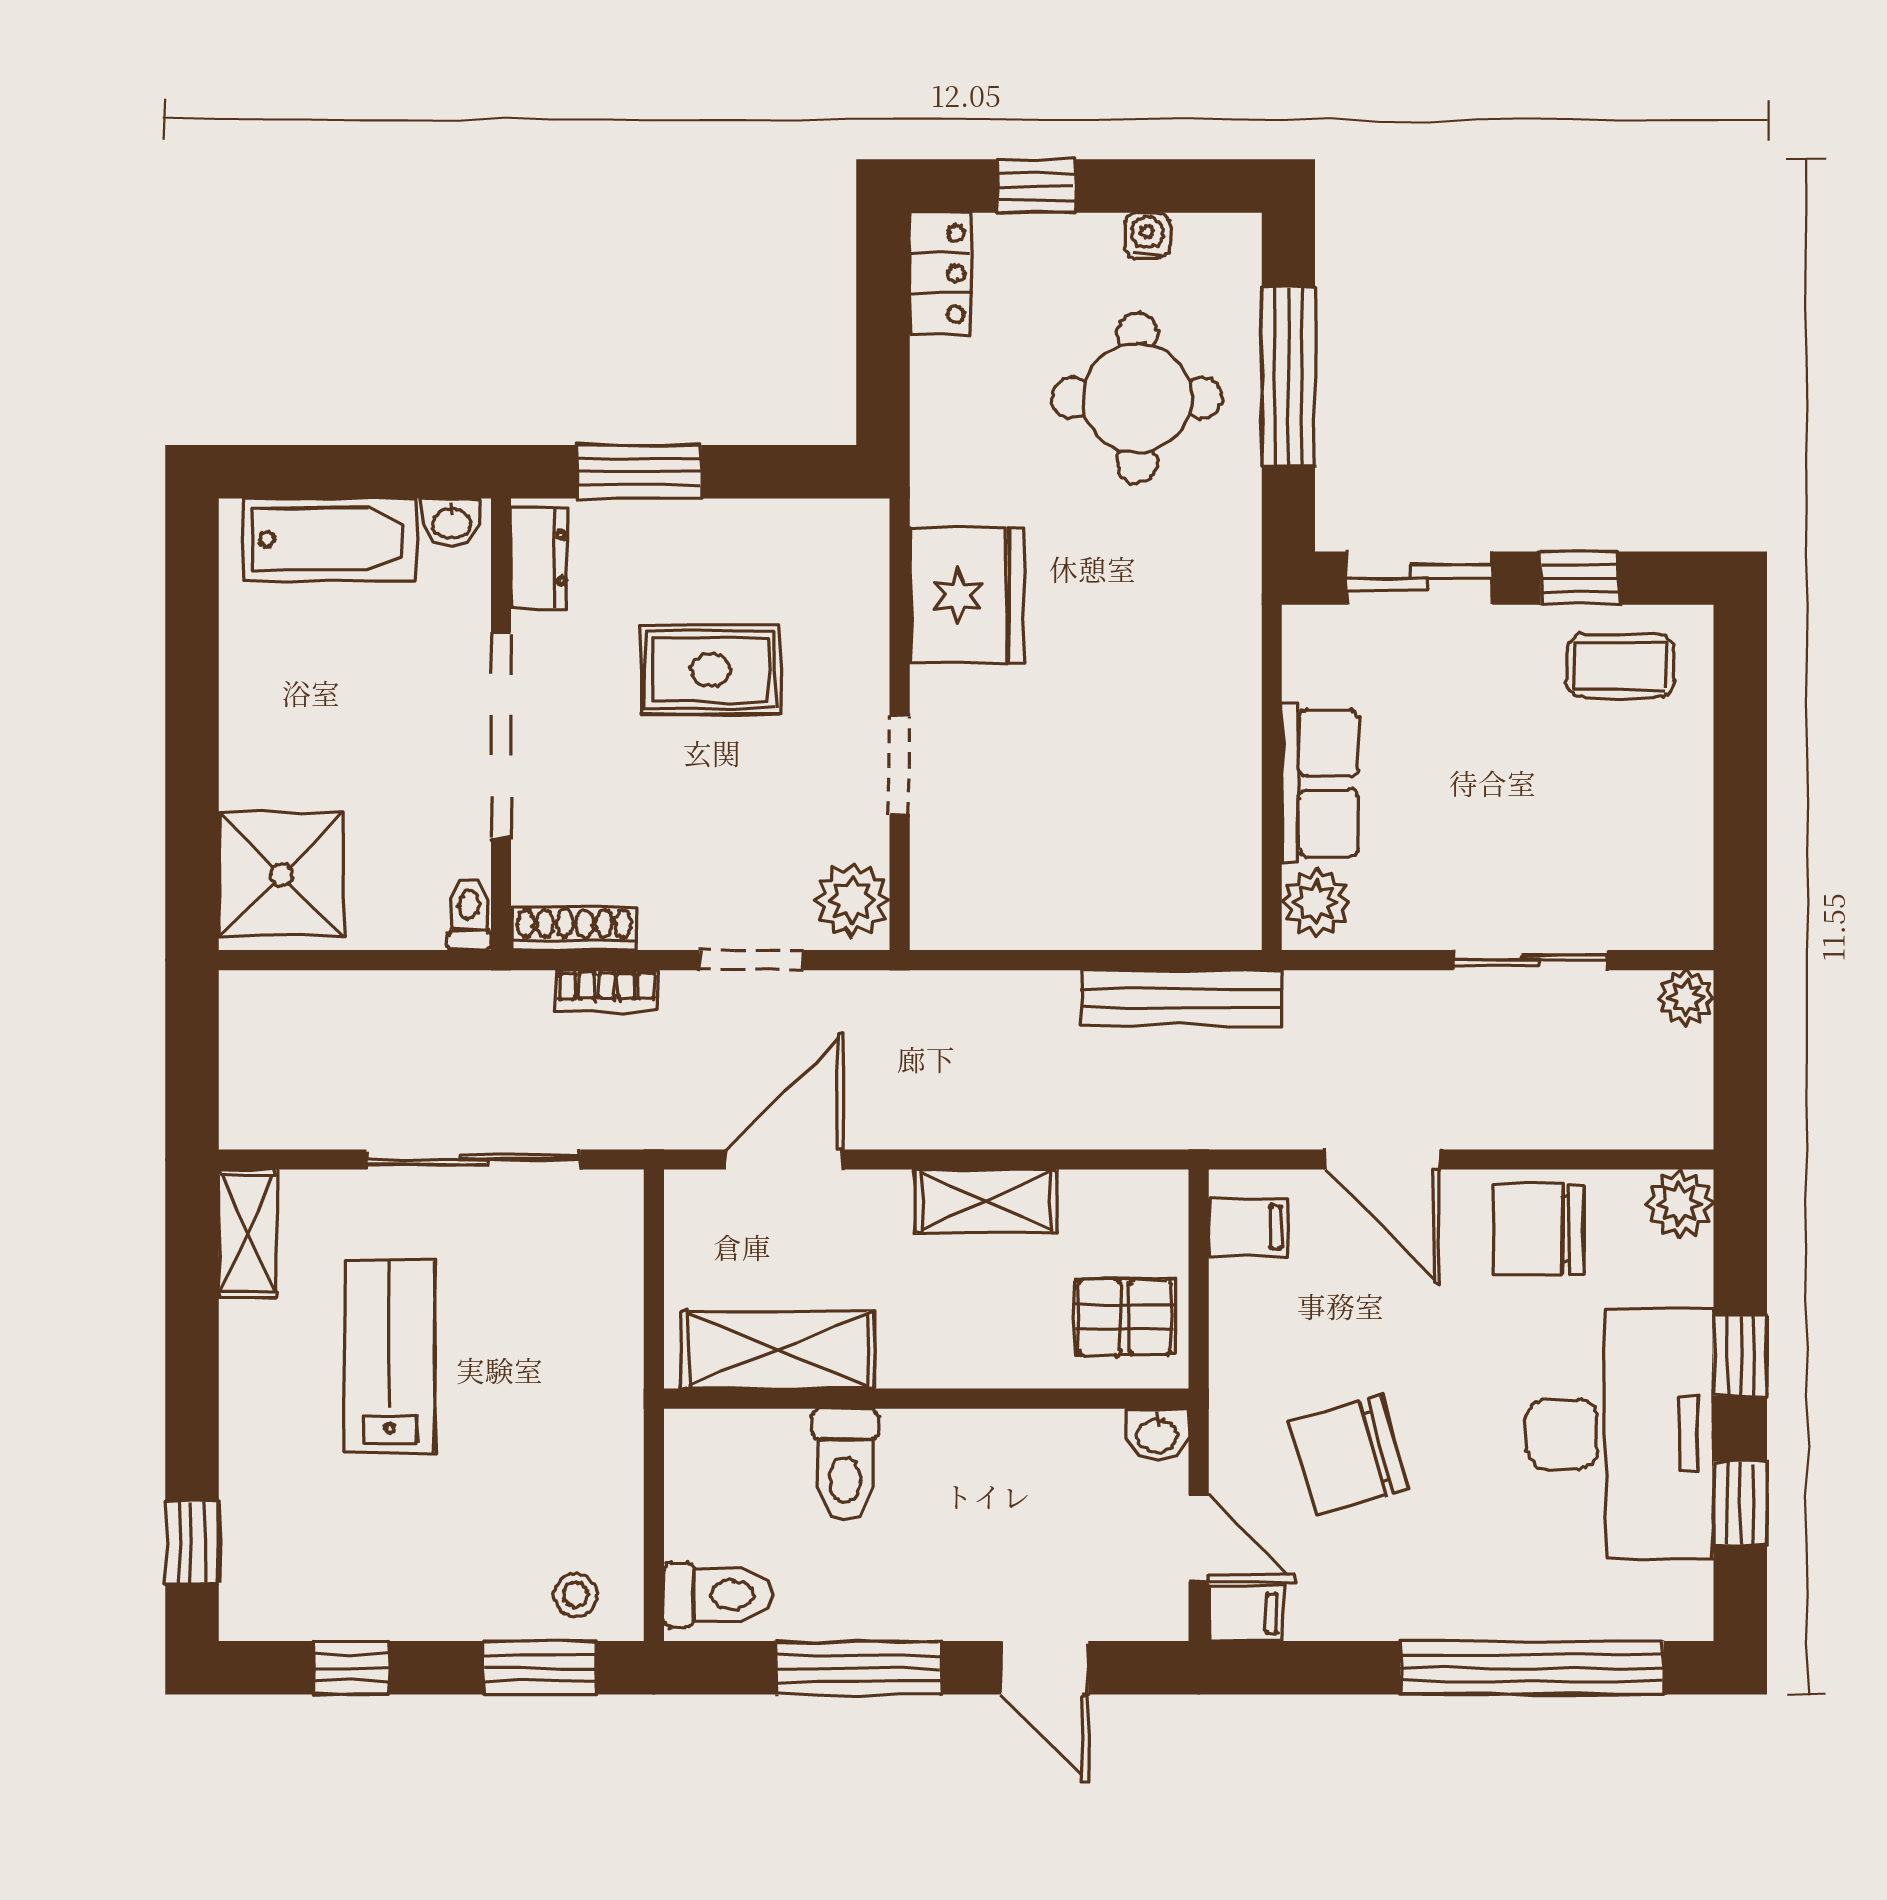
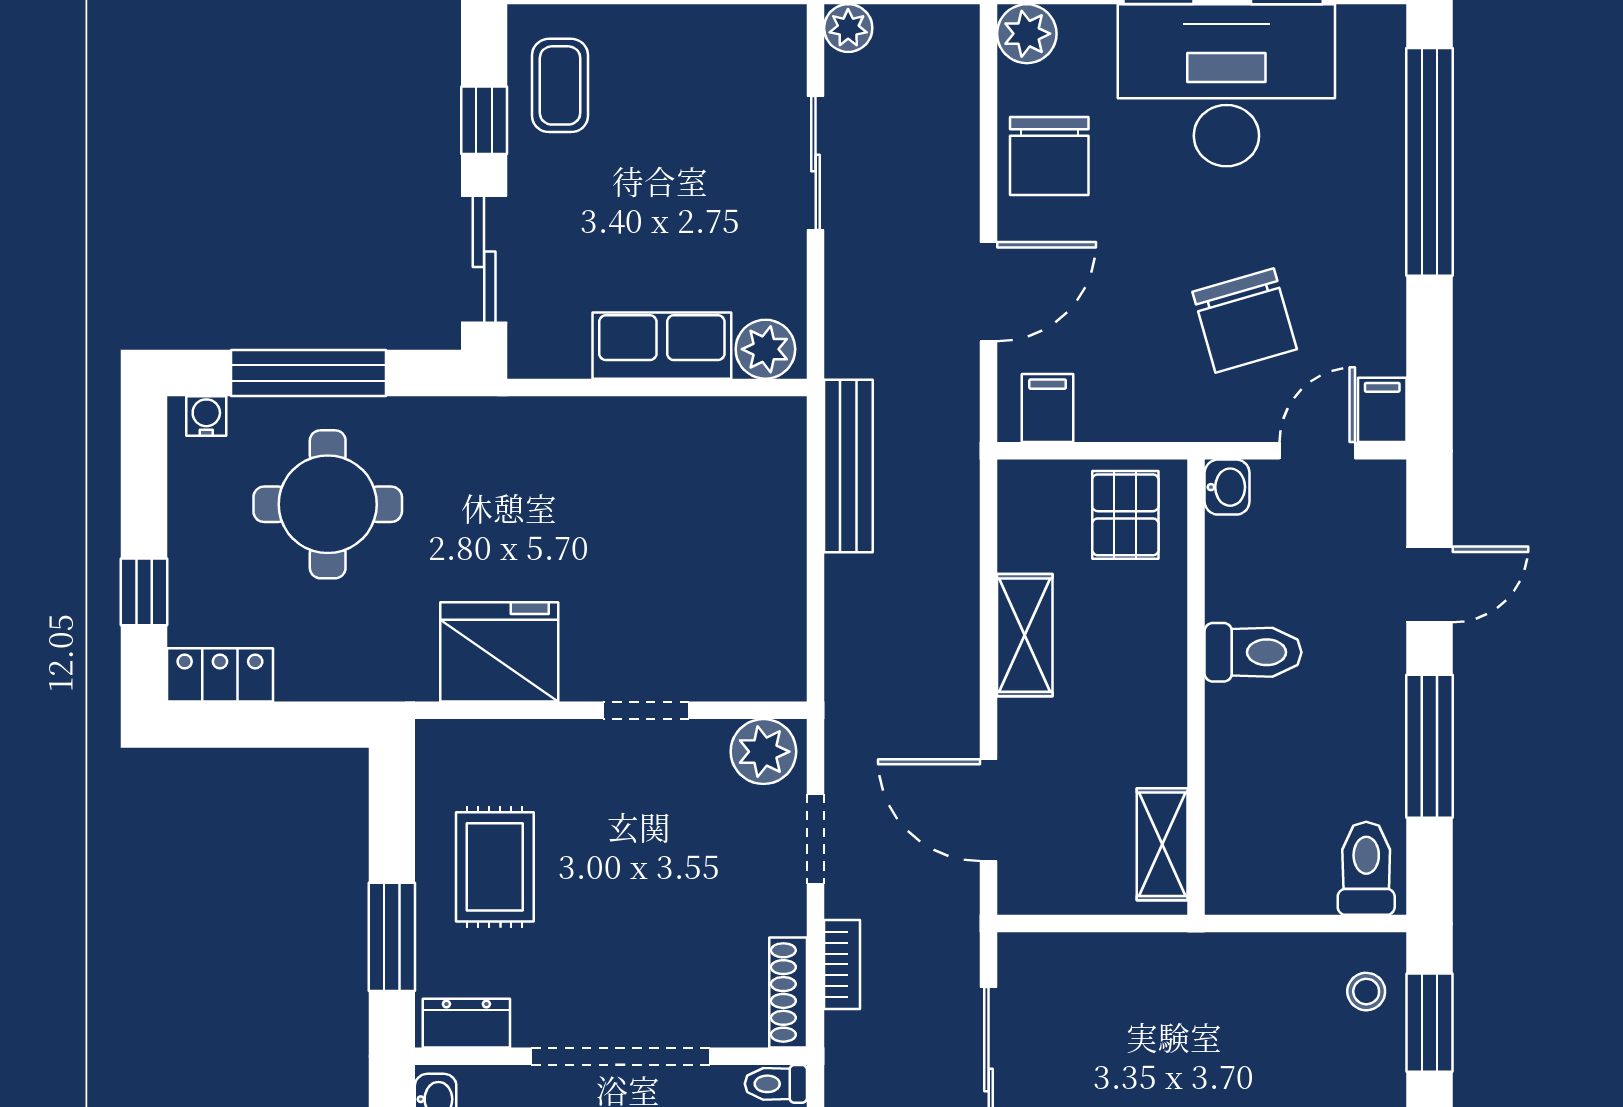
water cooler: (1147, 236) -> (206, 416), moved, turned 90
rug: (710, 669) -> (495, 867), moved
shelving: (778, 1350) -> (1162, 844), width x0.67, depth x0.75
toilet: (845, 1464) -> (1253, 652), moved

